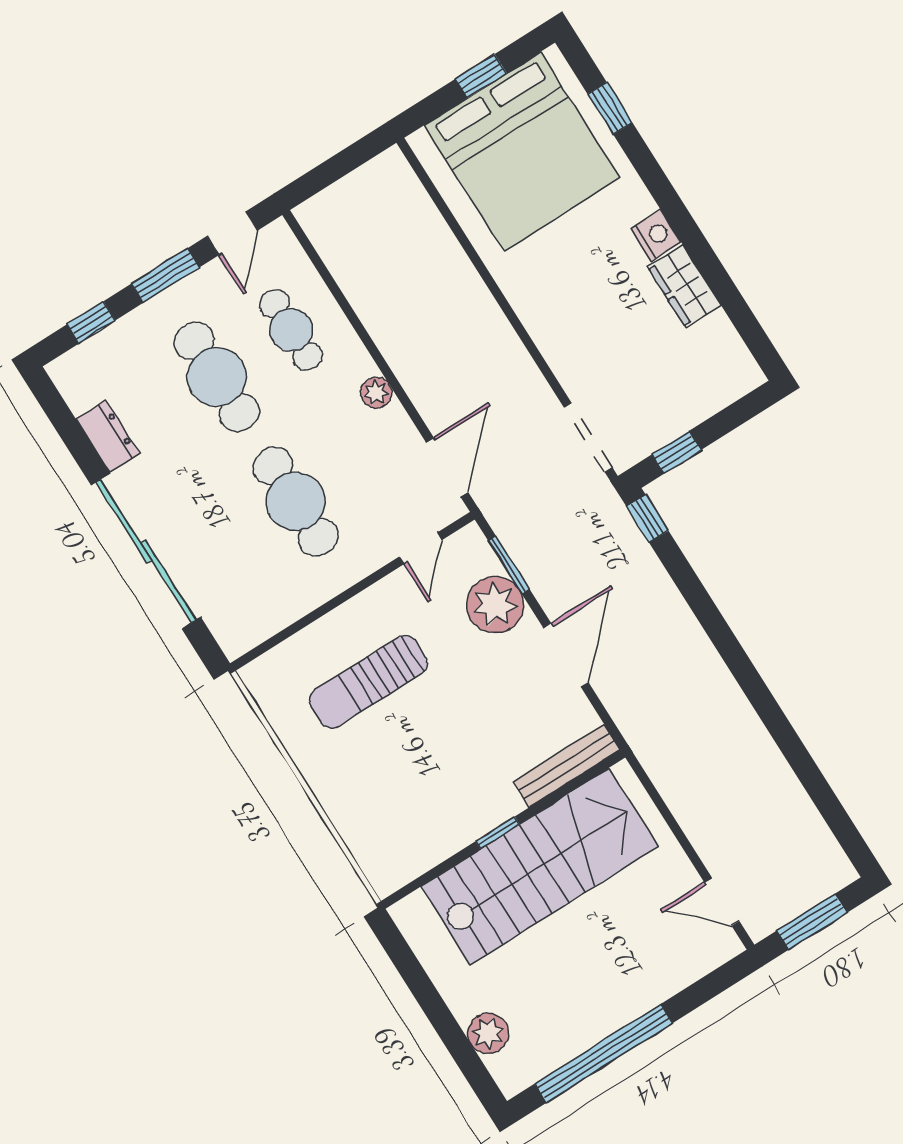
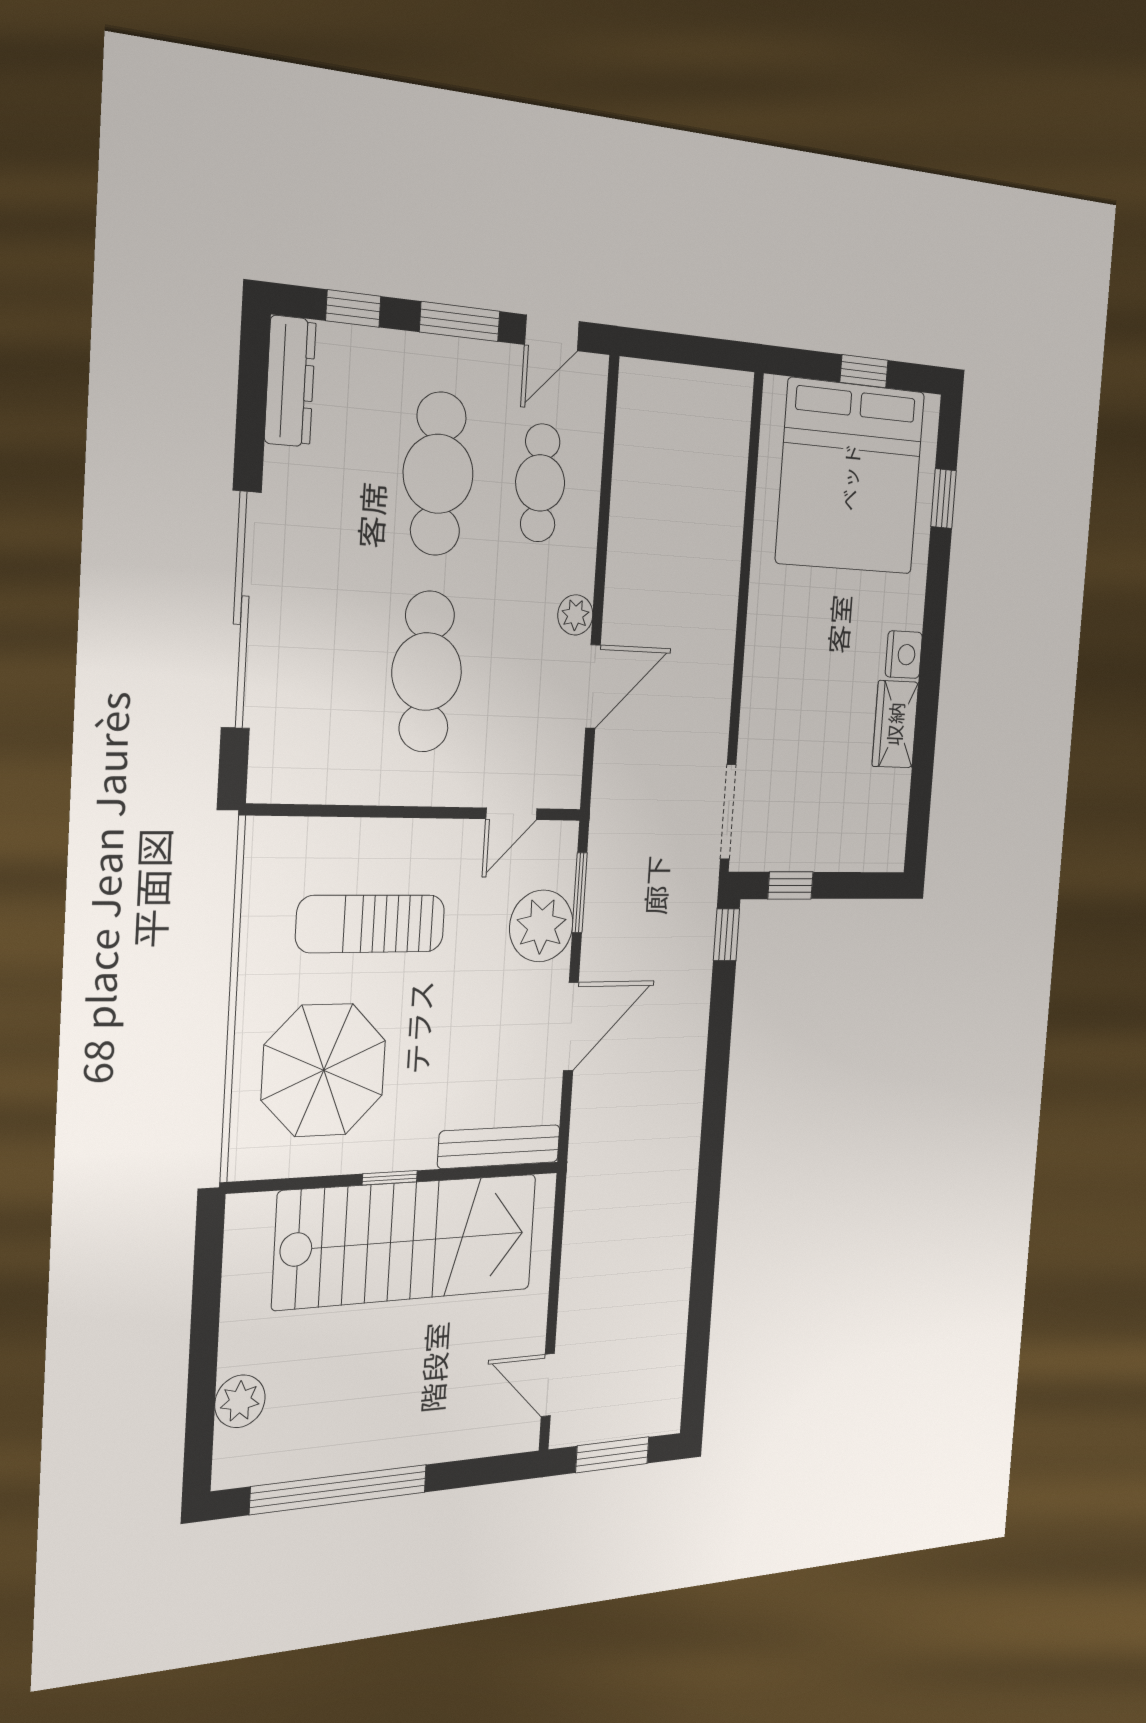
dresser: (108, 436) -> (290, 381), moved, width x1.44
door: (447, 467) -> (593, 686), moved
parasol: (400, 793) -> (324, 1070), added

